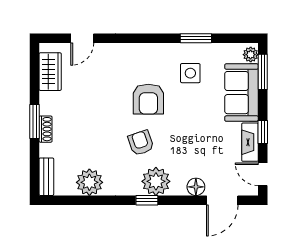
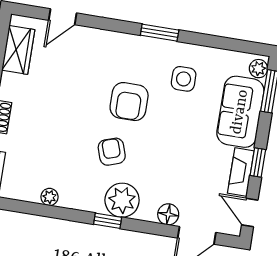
window: (196, 38) -> (160, 33), moved
plant: (89, 182) -> (49, 197), width x0.53, depth x0.53

